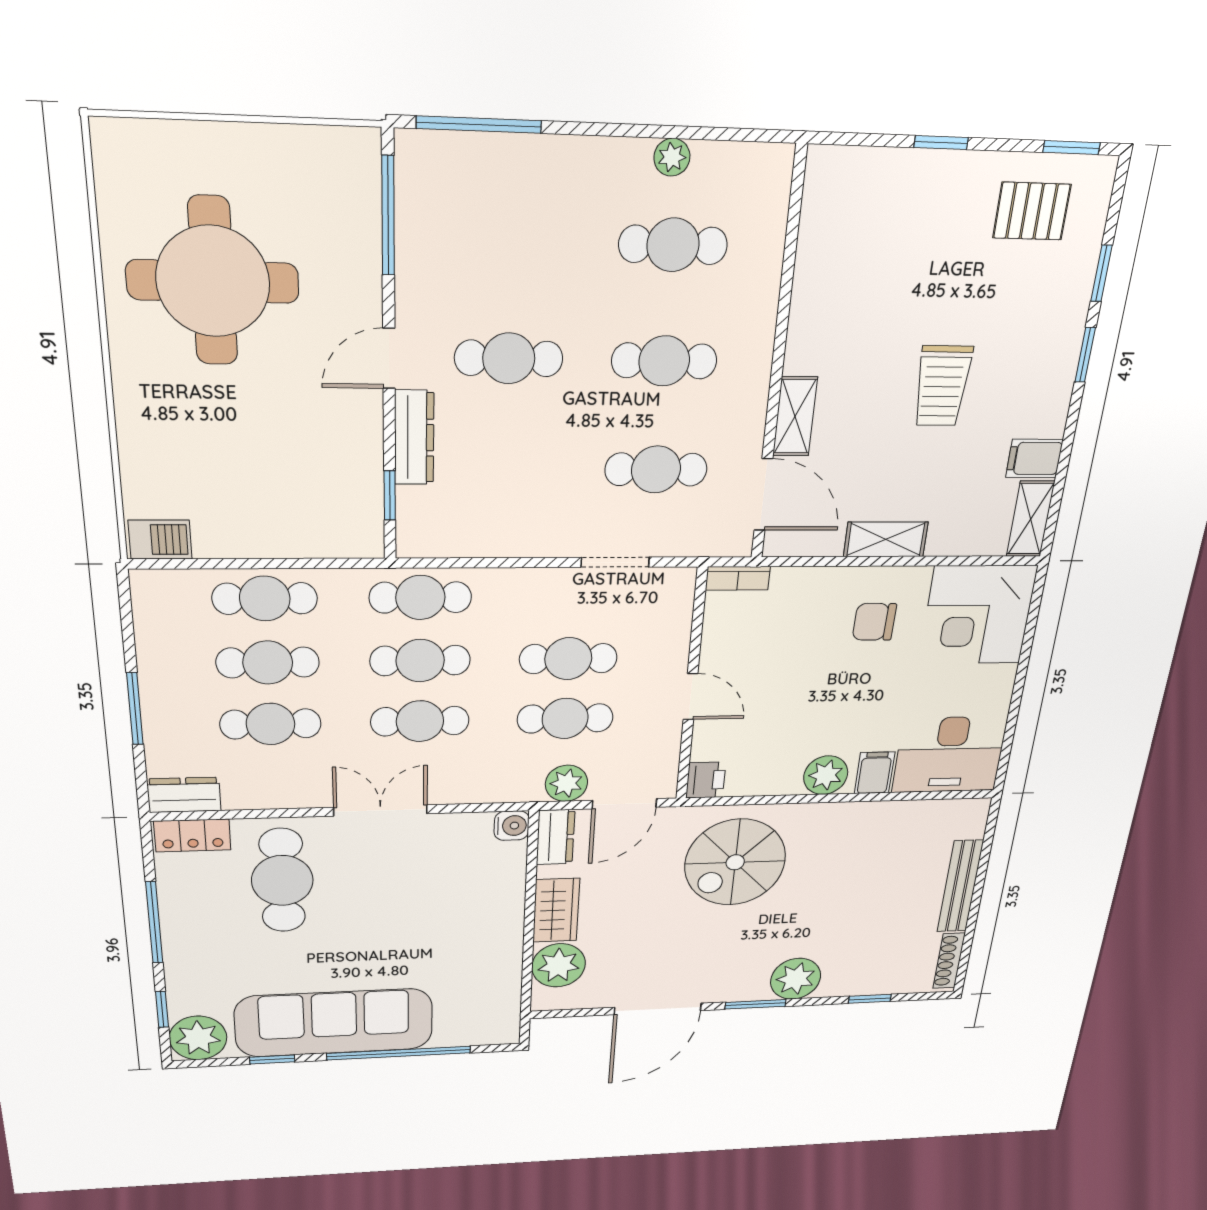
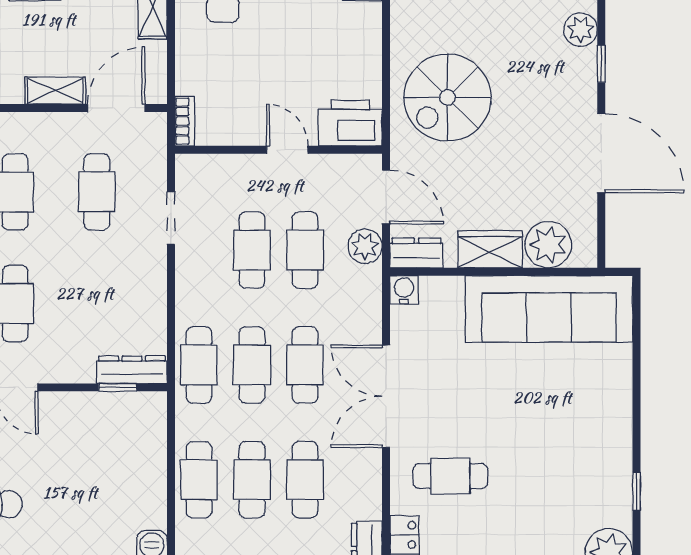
dresser: (414, 438) -> (132, 370), moved
door: (691, 697) -> (287, 150), hinge flipped
plant: (826, 775) -> (363, 28), removed
printer: (706, 780) -> (350, 123), width x1.87, depth x1.48
double door: (380, 810) -> (386, 396), width x1.37
spiral stairs: (735, 862) -> (447, 97), turned 90
cafe table: (282, 880) -> (450, 476), width x0.73, depth x0.74
plant: (796, 979) -> (581, 30), width x0.73, depth x0.73
window: (755, 1004) -> (601, 64), width x0.67
sofa: (334, 1023) -> (549, 309), moved, turned -90
window: (399, 1053) -> (637, 382), removed

